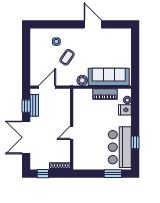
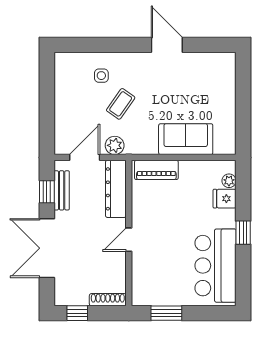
sofa: (109, 77) -> (186, 139), width x0.73
plant: (82, 80) -> (115, 145), moved
piano: (105, 94) -> (156, 170), moved
dresser: (64, 105) -> (116, 189), added
window: (135, 142) -> (243, 233), moved
window: (113, 174) -> (166, 313), moved

